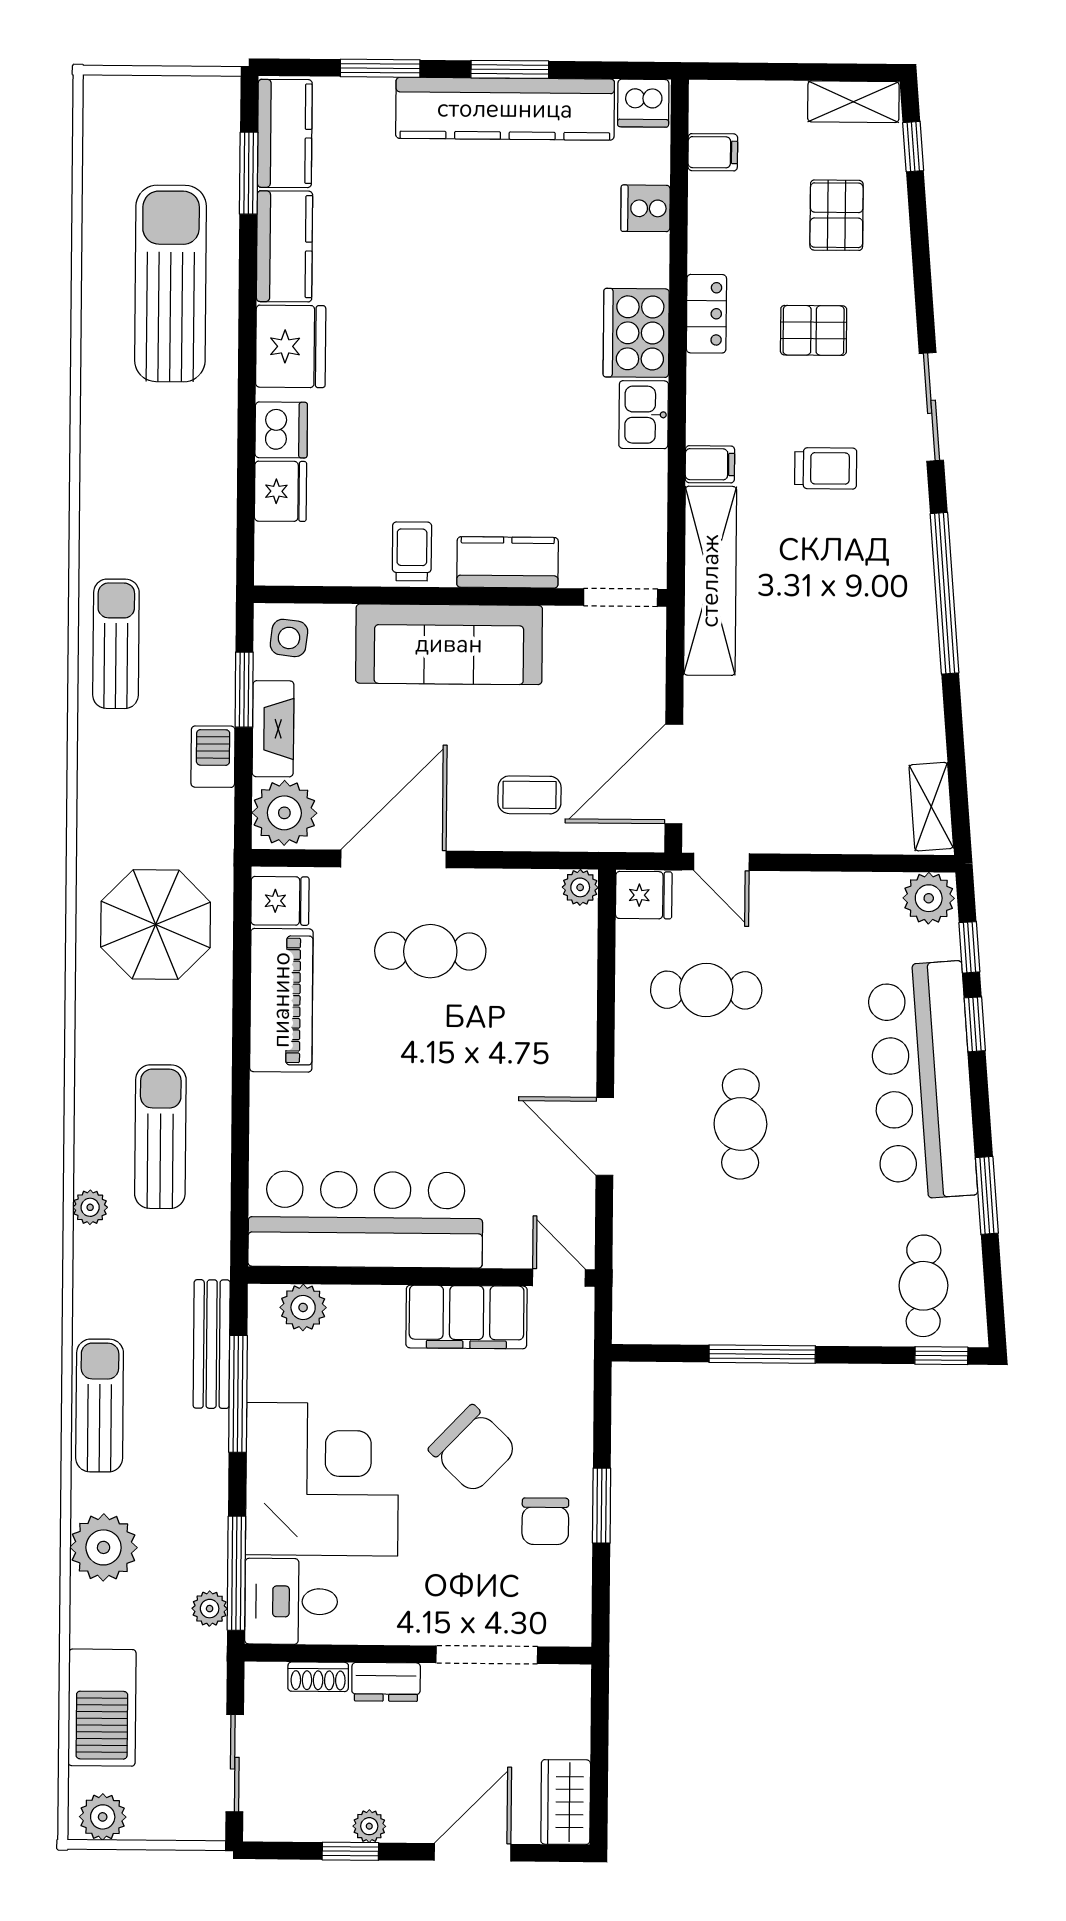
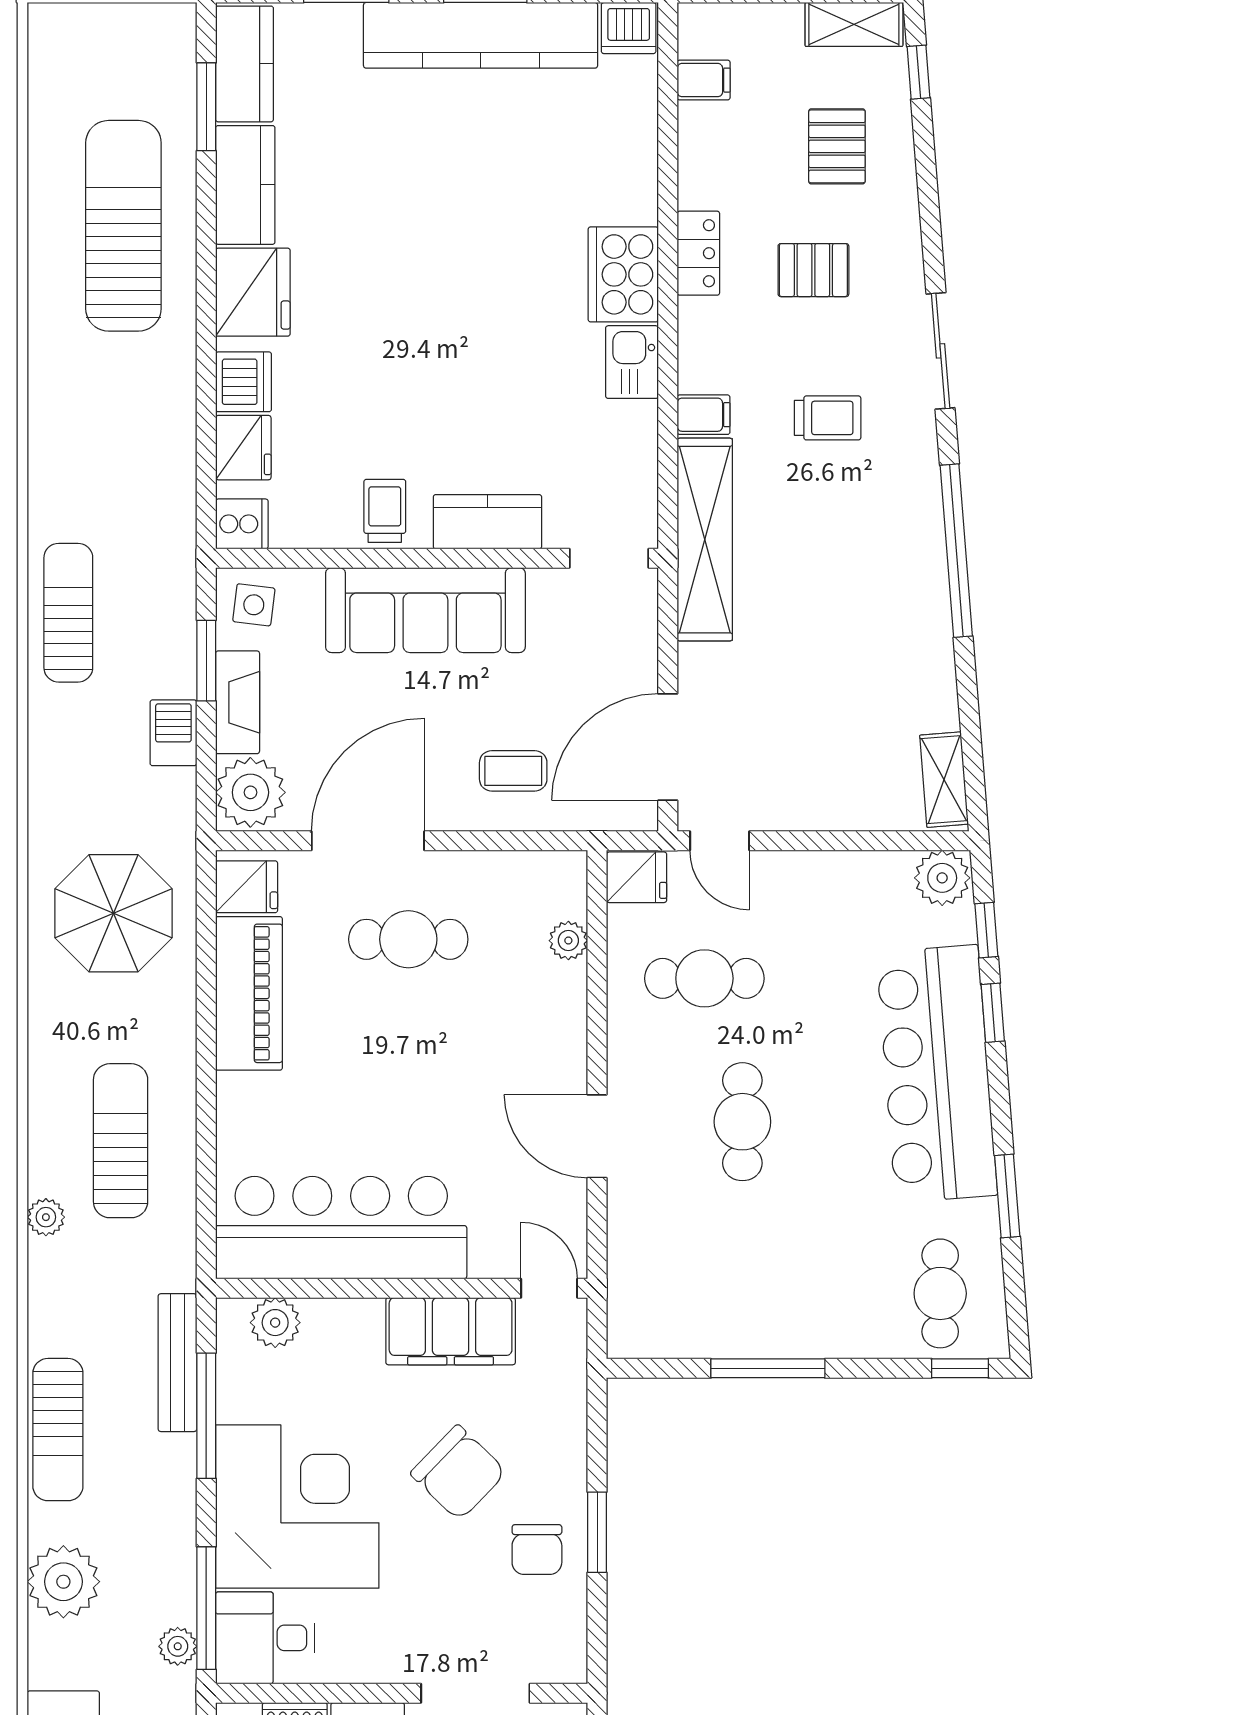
cooker: (645, 208) -> (242, 524), moved, turned 180
plant: (580, 887) -> (568, 941), moved
sun lounger: (100, 1405) -> (58, 1430), turned 180

